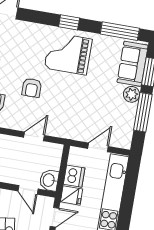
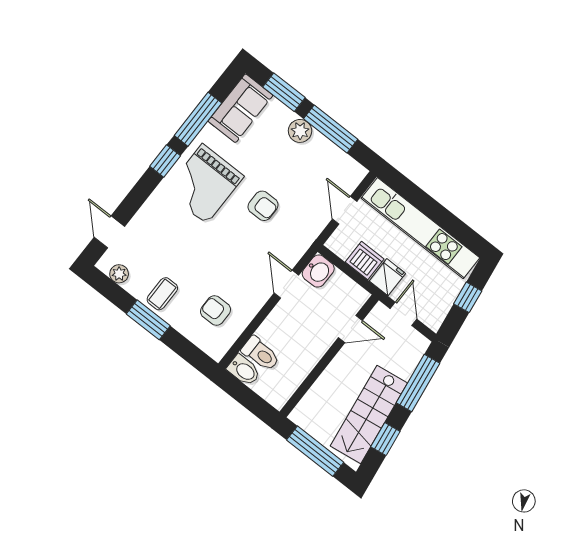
window: (120, 31) -> (198, 119), moved
sofa: (133, 64) -> (240, 108), moved, turned -90
armchair: (32, 88) -> (263, 206), moved
washbasin: (49, 180) -> (318, 271), moved, turned -90

